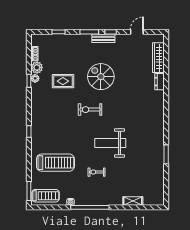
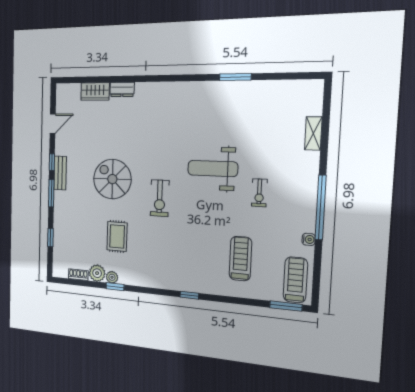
door: (137, 32) -> (53, 124), swing flipped
wardrobe: (158, 58) -> (95, 91), width x0.67
spiral stairs: (101, 77) -> (112, 179), turned 90
weight bench: (110, 143) -> (213, 169), turned 90
treadmill: (55, 163) -> (240, 259), width x0.73, depth x0.73

